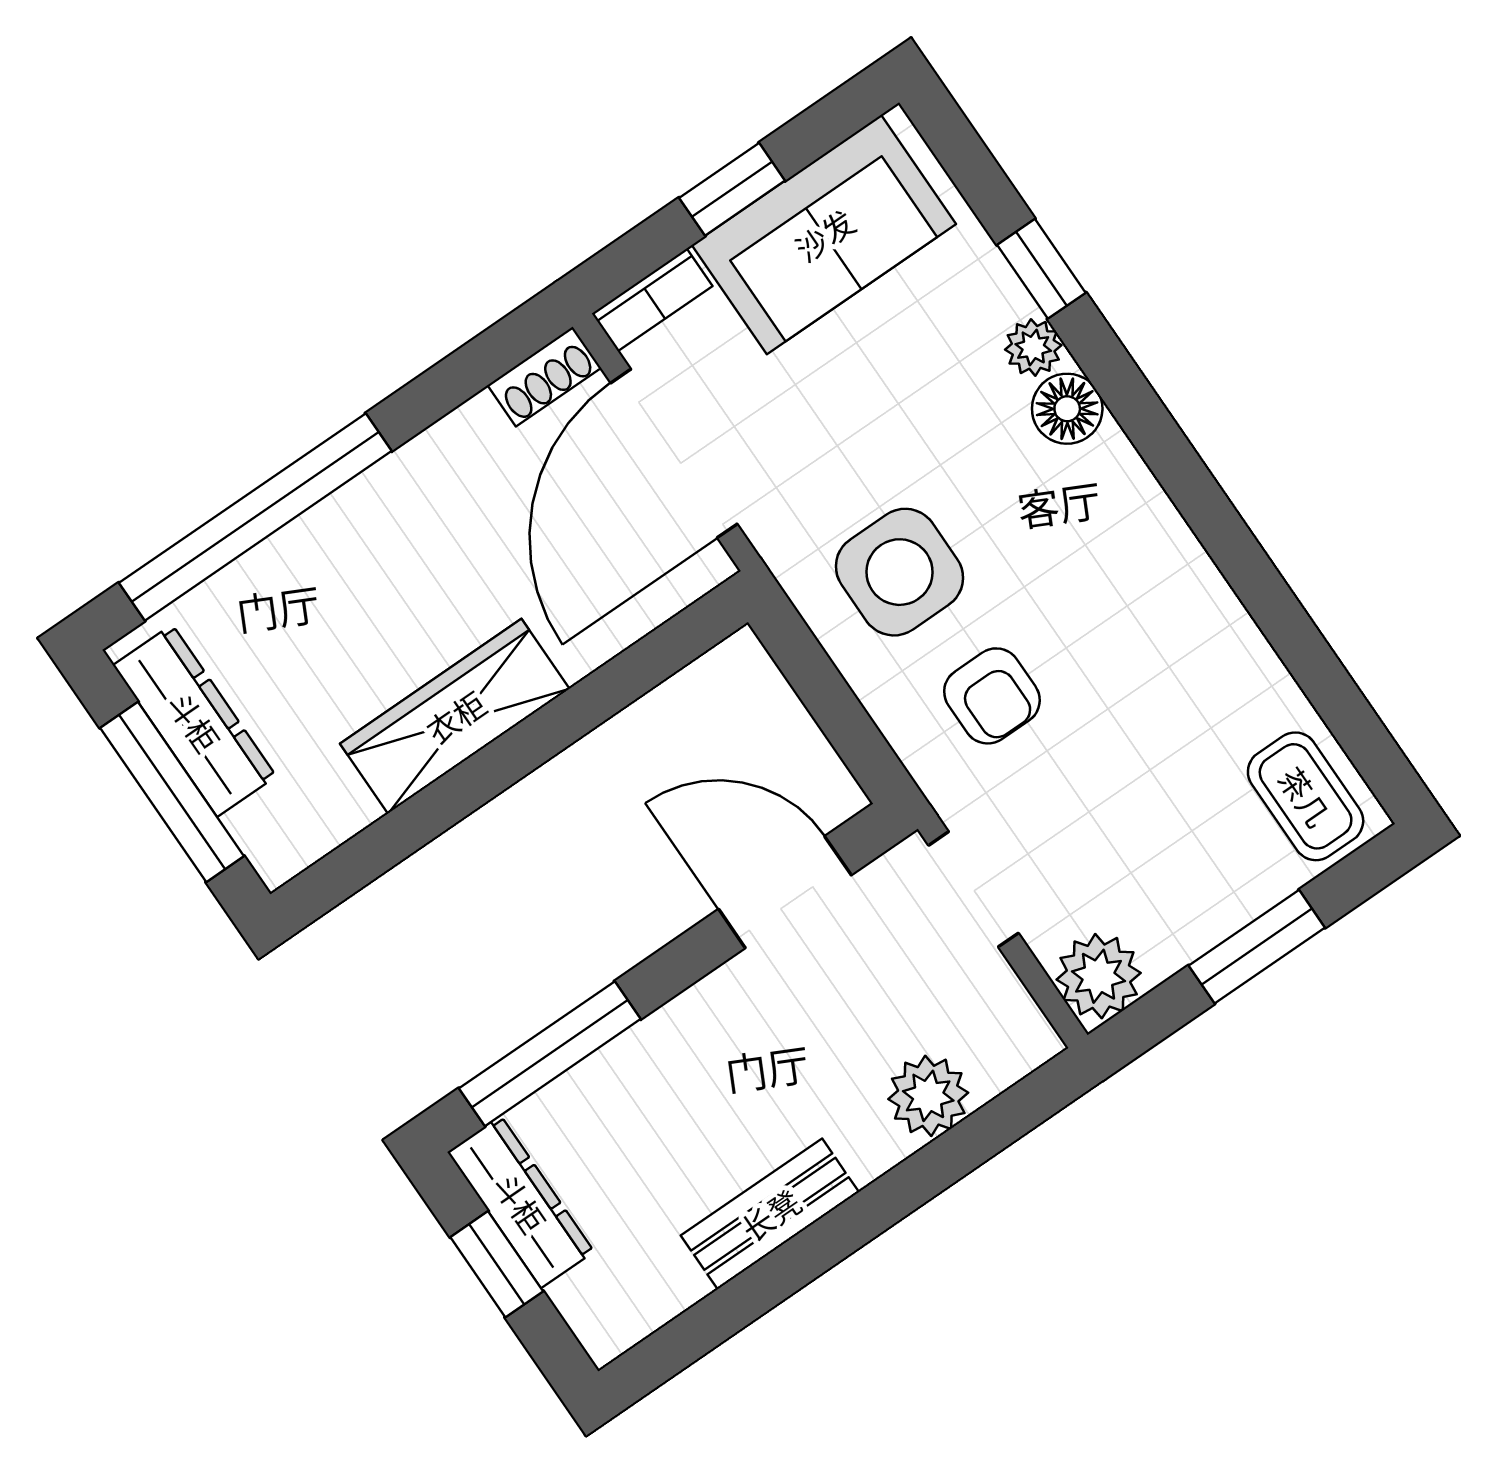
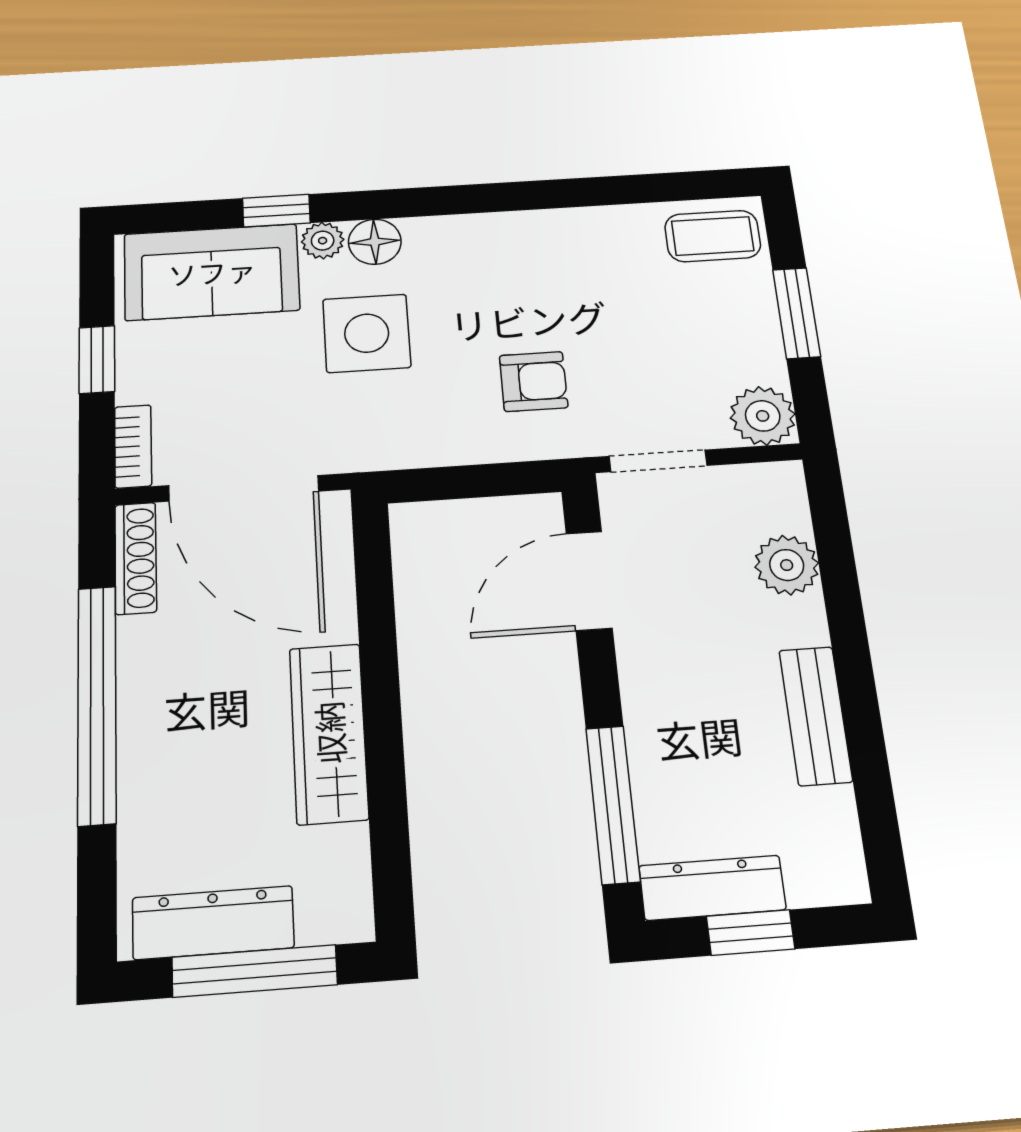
sofa: (824, 234) -> (212, 272), moved, turned 90
shoe rack: (544, 376) -> (136, 558), width x1.43
window: (255, 517) -> (97, 704), moved
side table: (900, 572) -> (367, 333), moved

